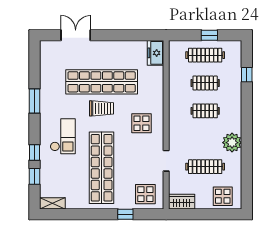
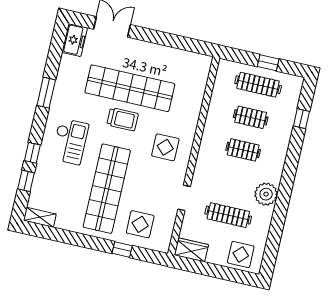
freezer: (155, 53) -> (75, 40), moved, turned 180
display table: (145, 194) -> (140, 224), moved

